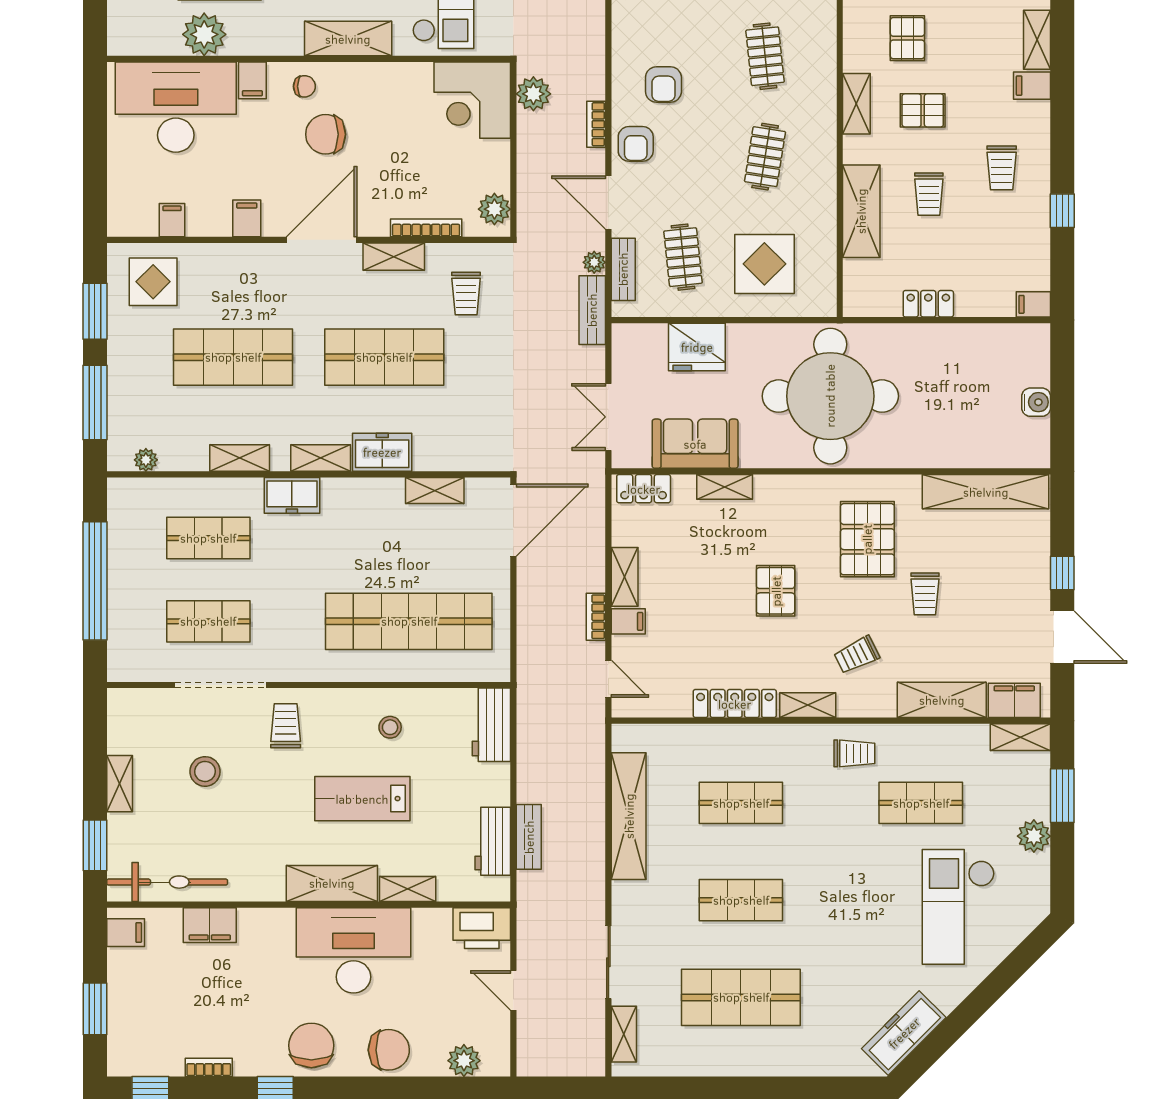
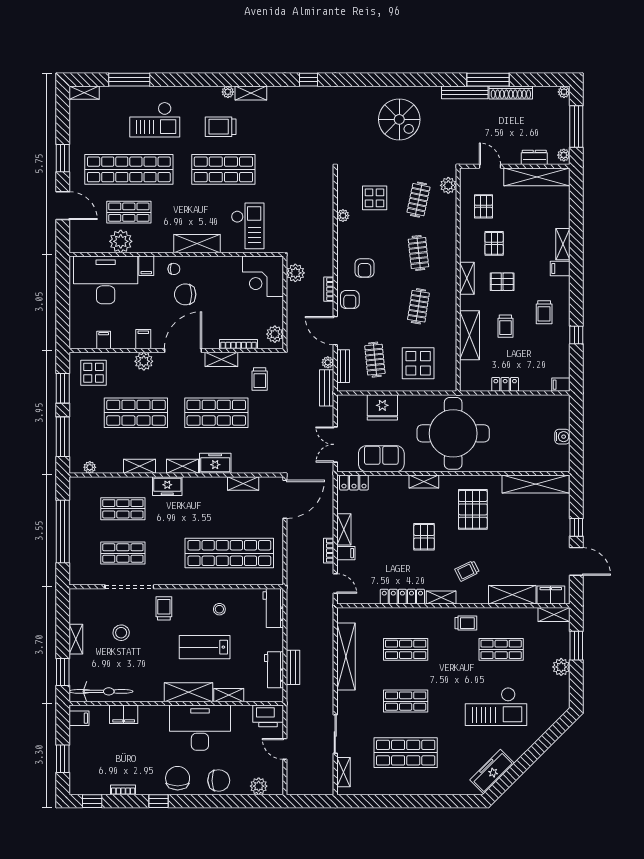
plant: (248, 260) -> (144, 361), added
shelving: (725, 487) -> (424, 482), moved
trolley: (925, 594) -> (503, 538), removed
checkout: (958, 907) -> (496, 707), moved, turned -90

